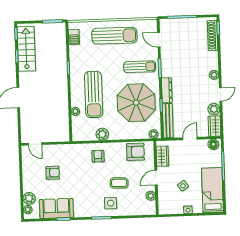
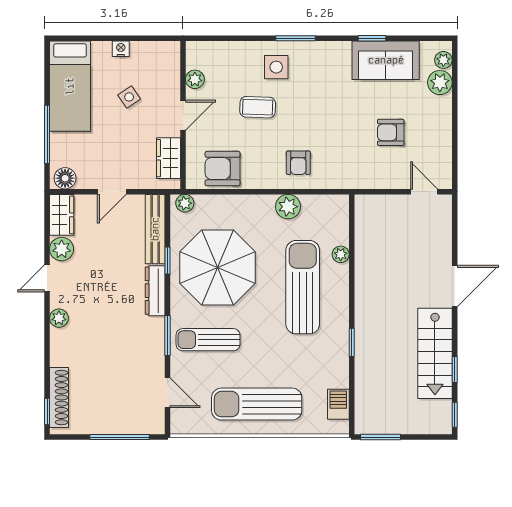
stairs: (26, 49) -> (435, 353), moved

